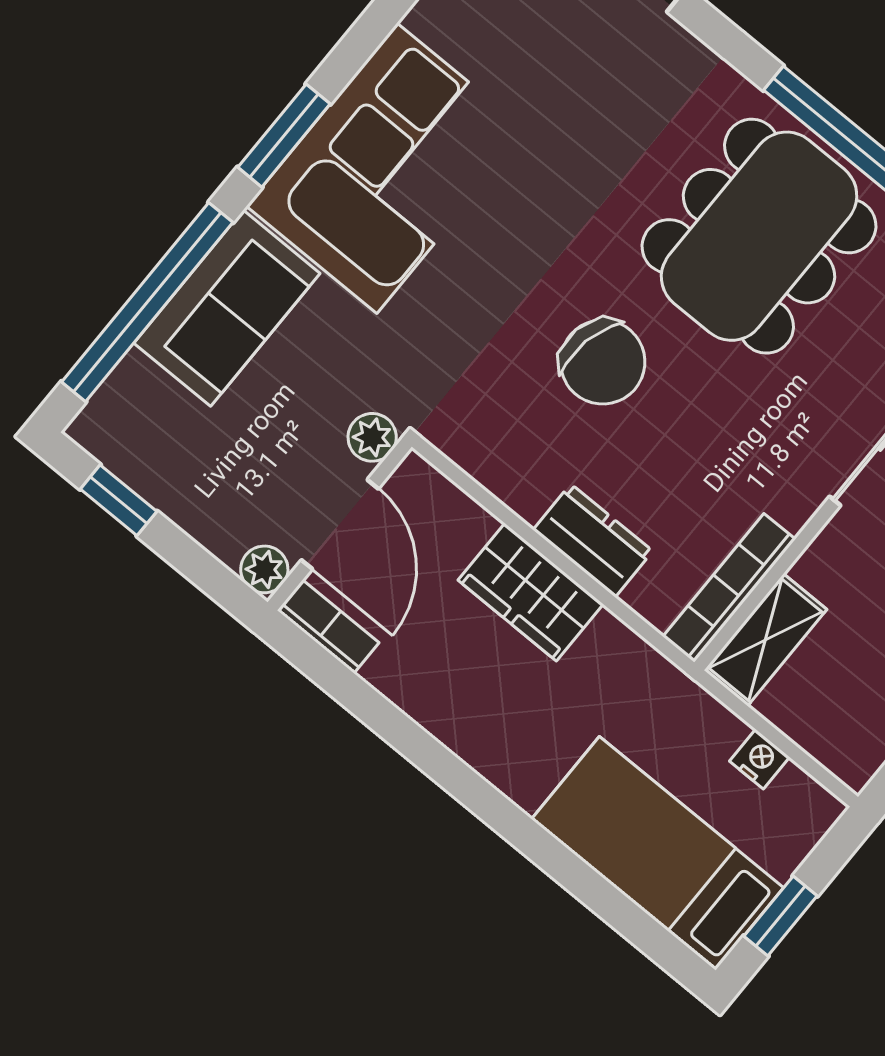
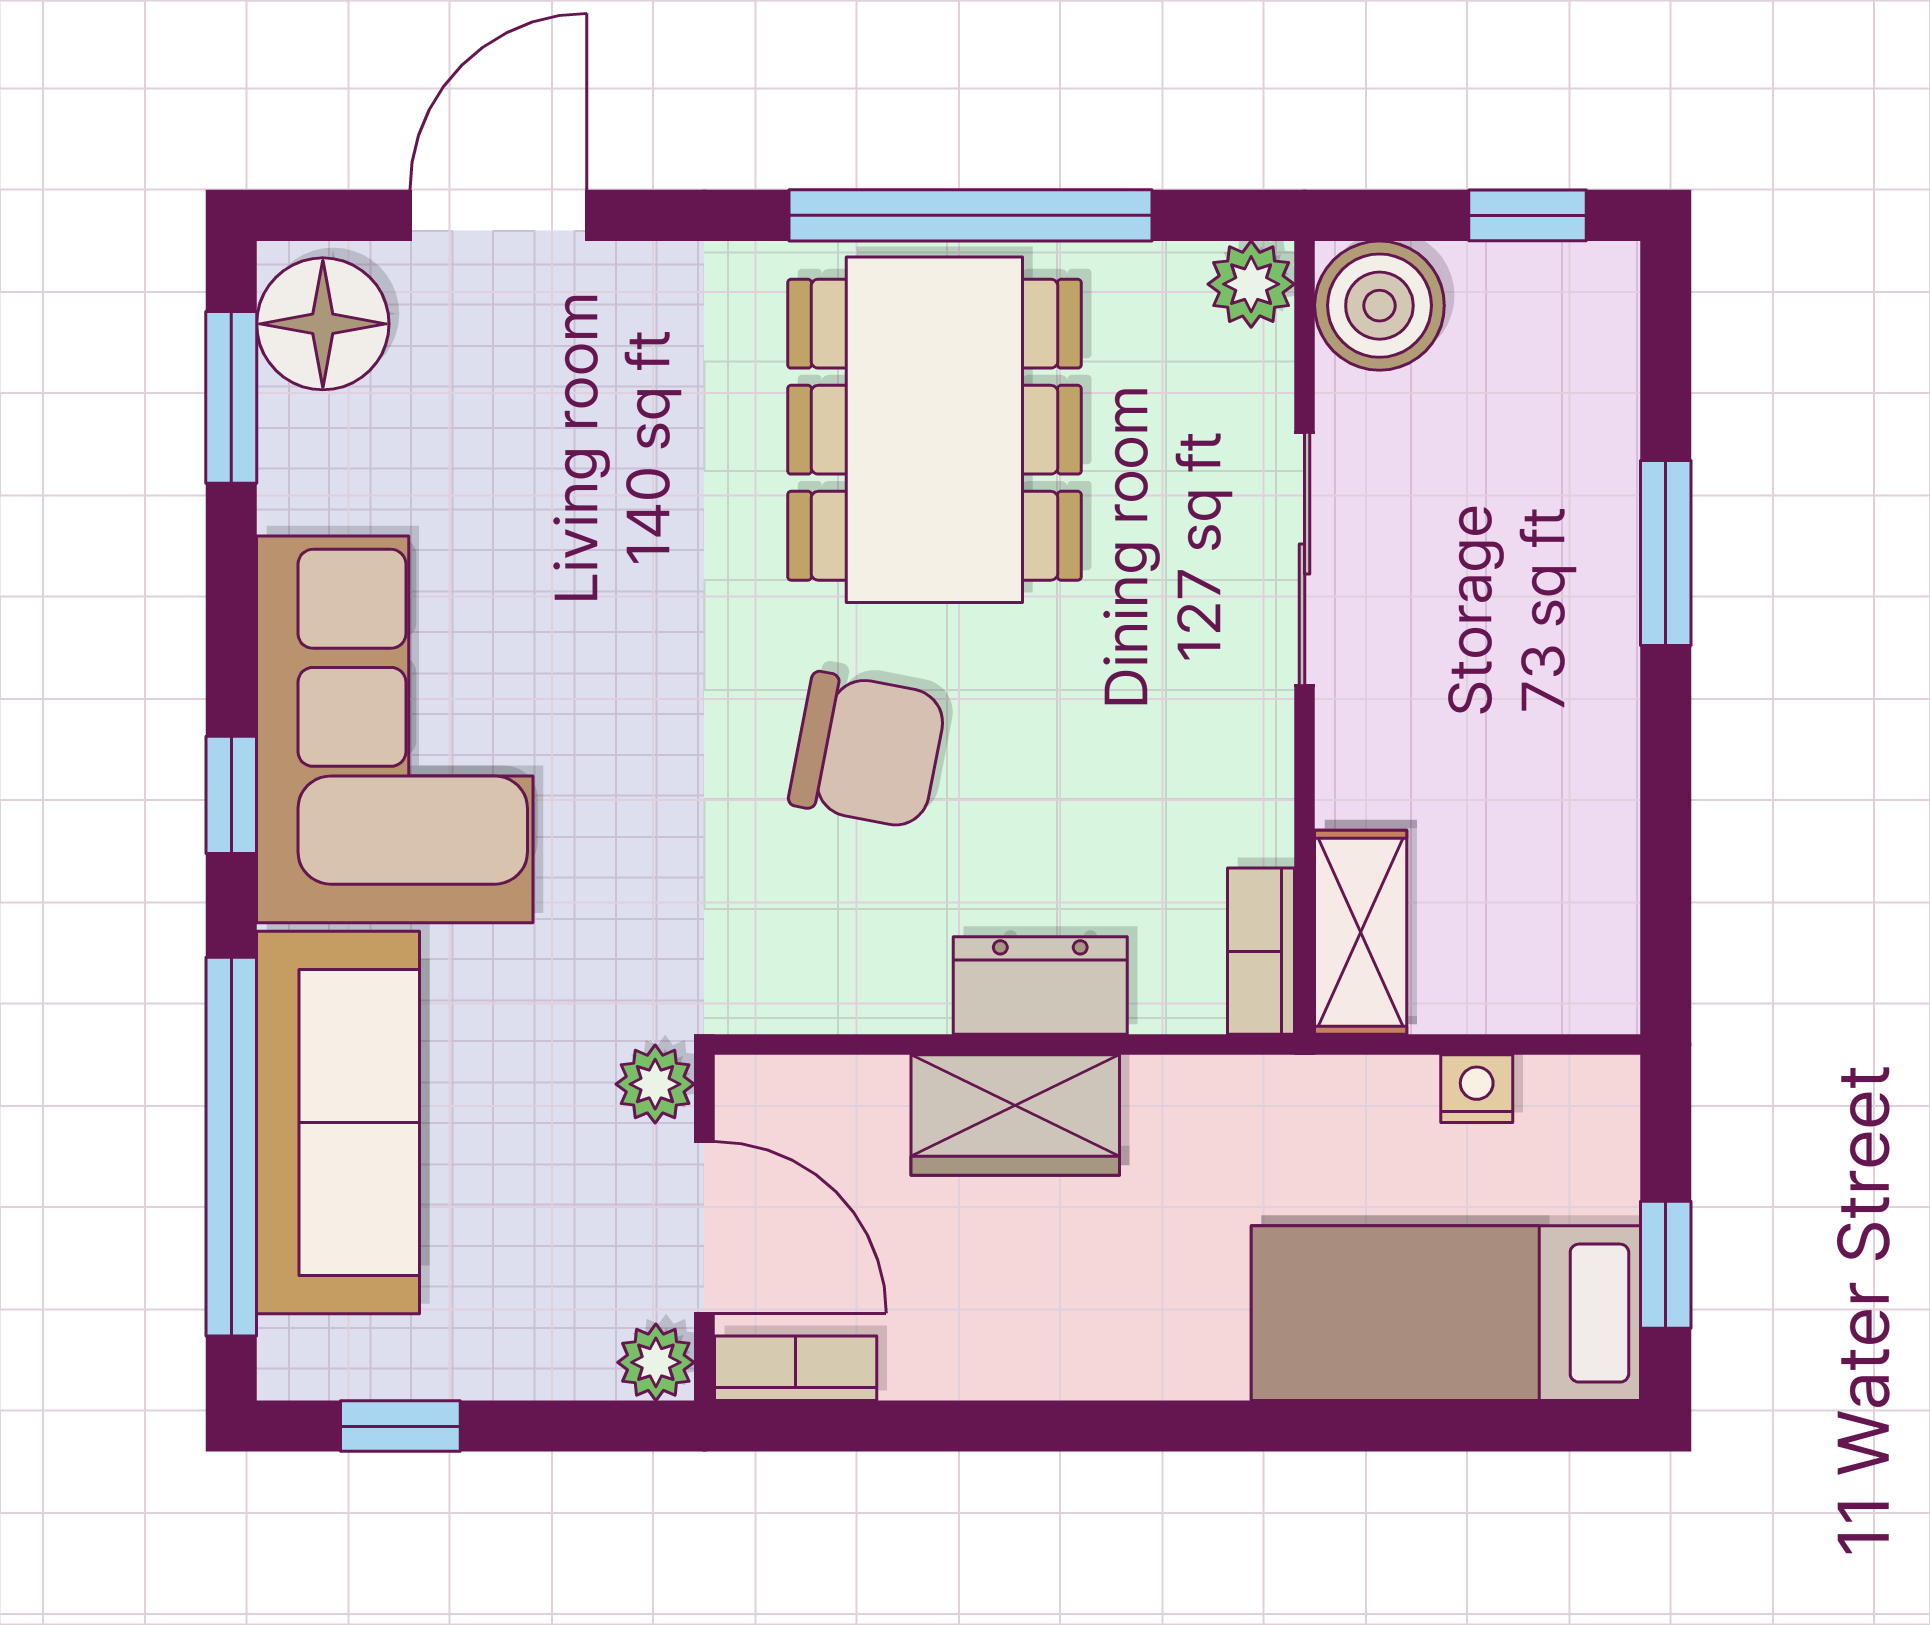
window: (284, 136) -> (231, 795), width x0.67
sofa: (227, 308) -> (338, 1122), width x1.36
bookcase: (729, 588) -> (1261, 951), width x0.64

